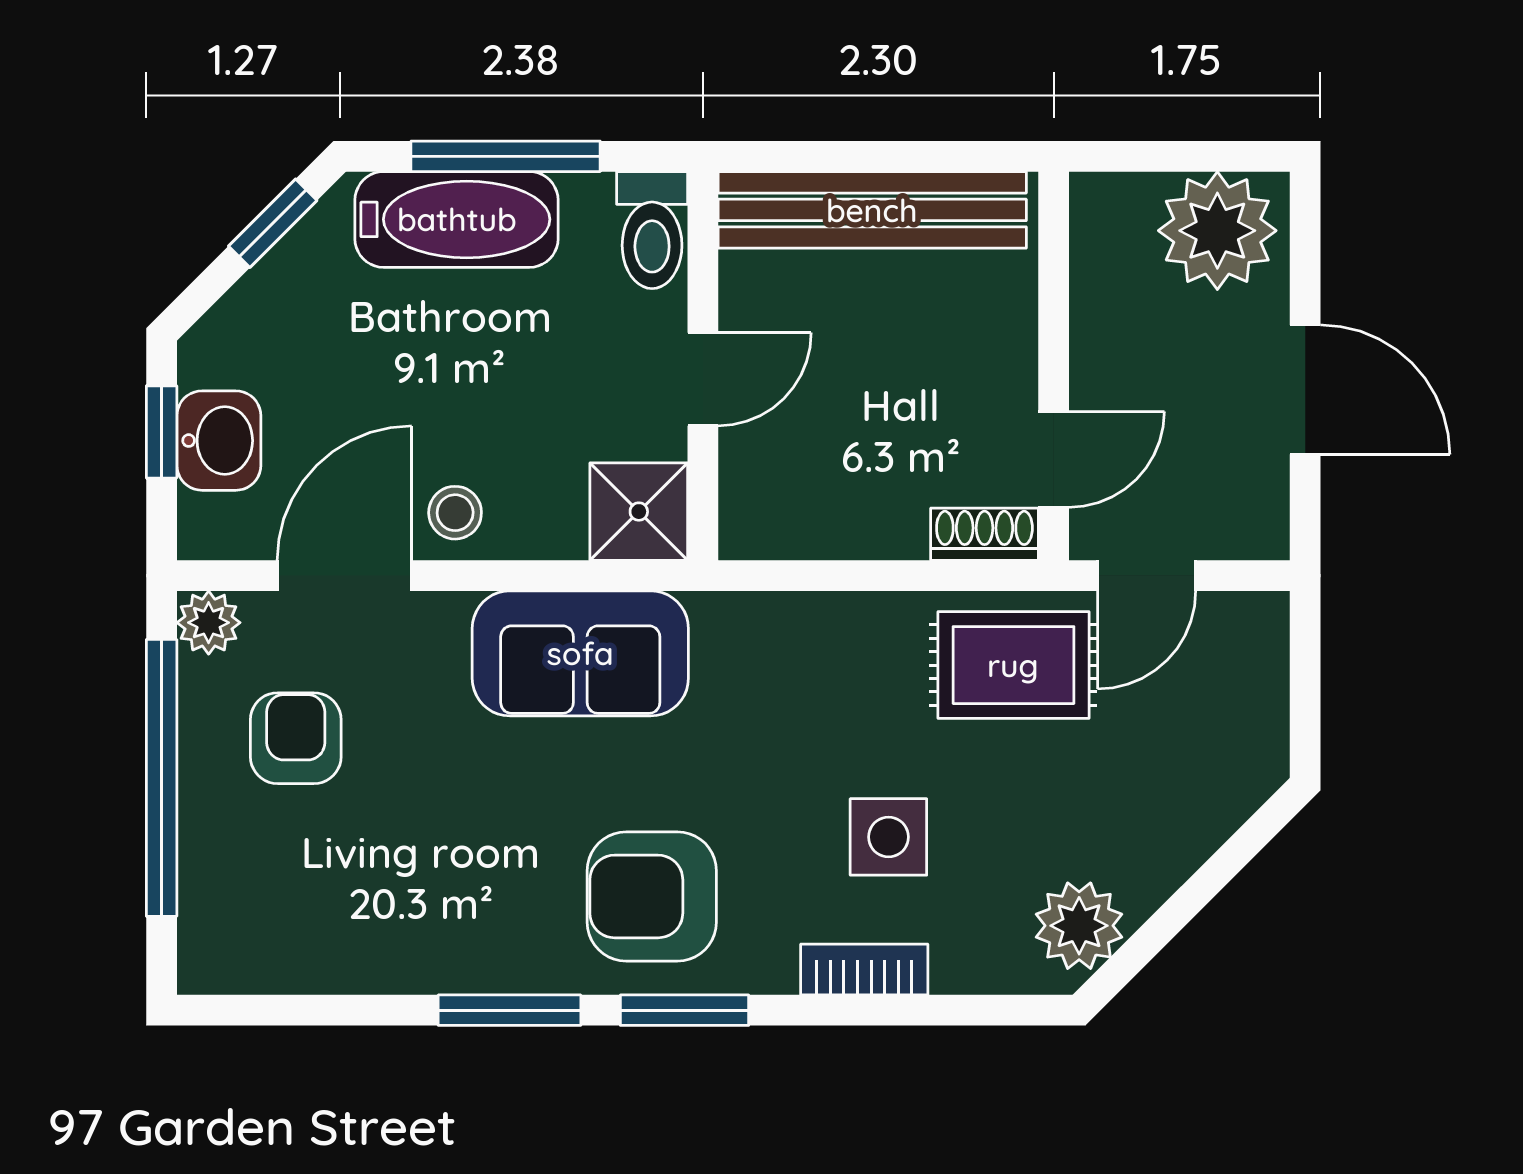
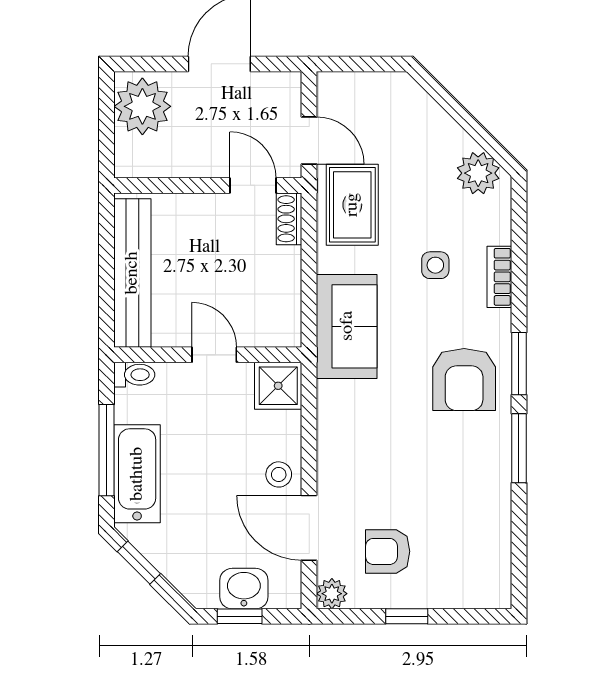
toilet: (652, 230) -> (134, 375), width x0.73, depth x0.72
sofa: (580, 653) -> (347, 326), moved
window: (162, 778) -> (407, 616), width x0.32
side table: (888, 837) -> (435, 265), width x0.73, depth x0.73

